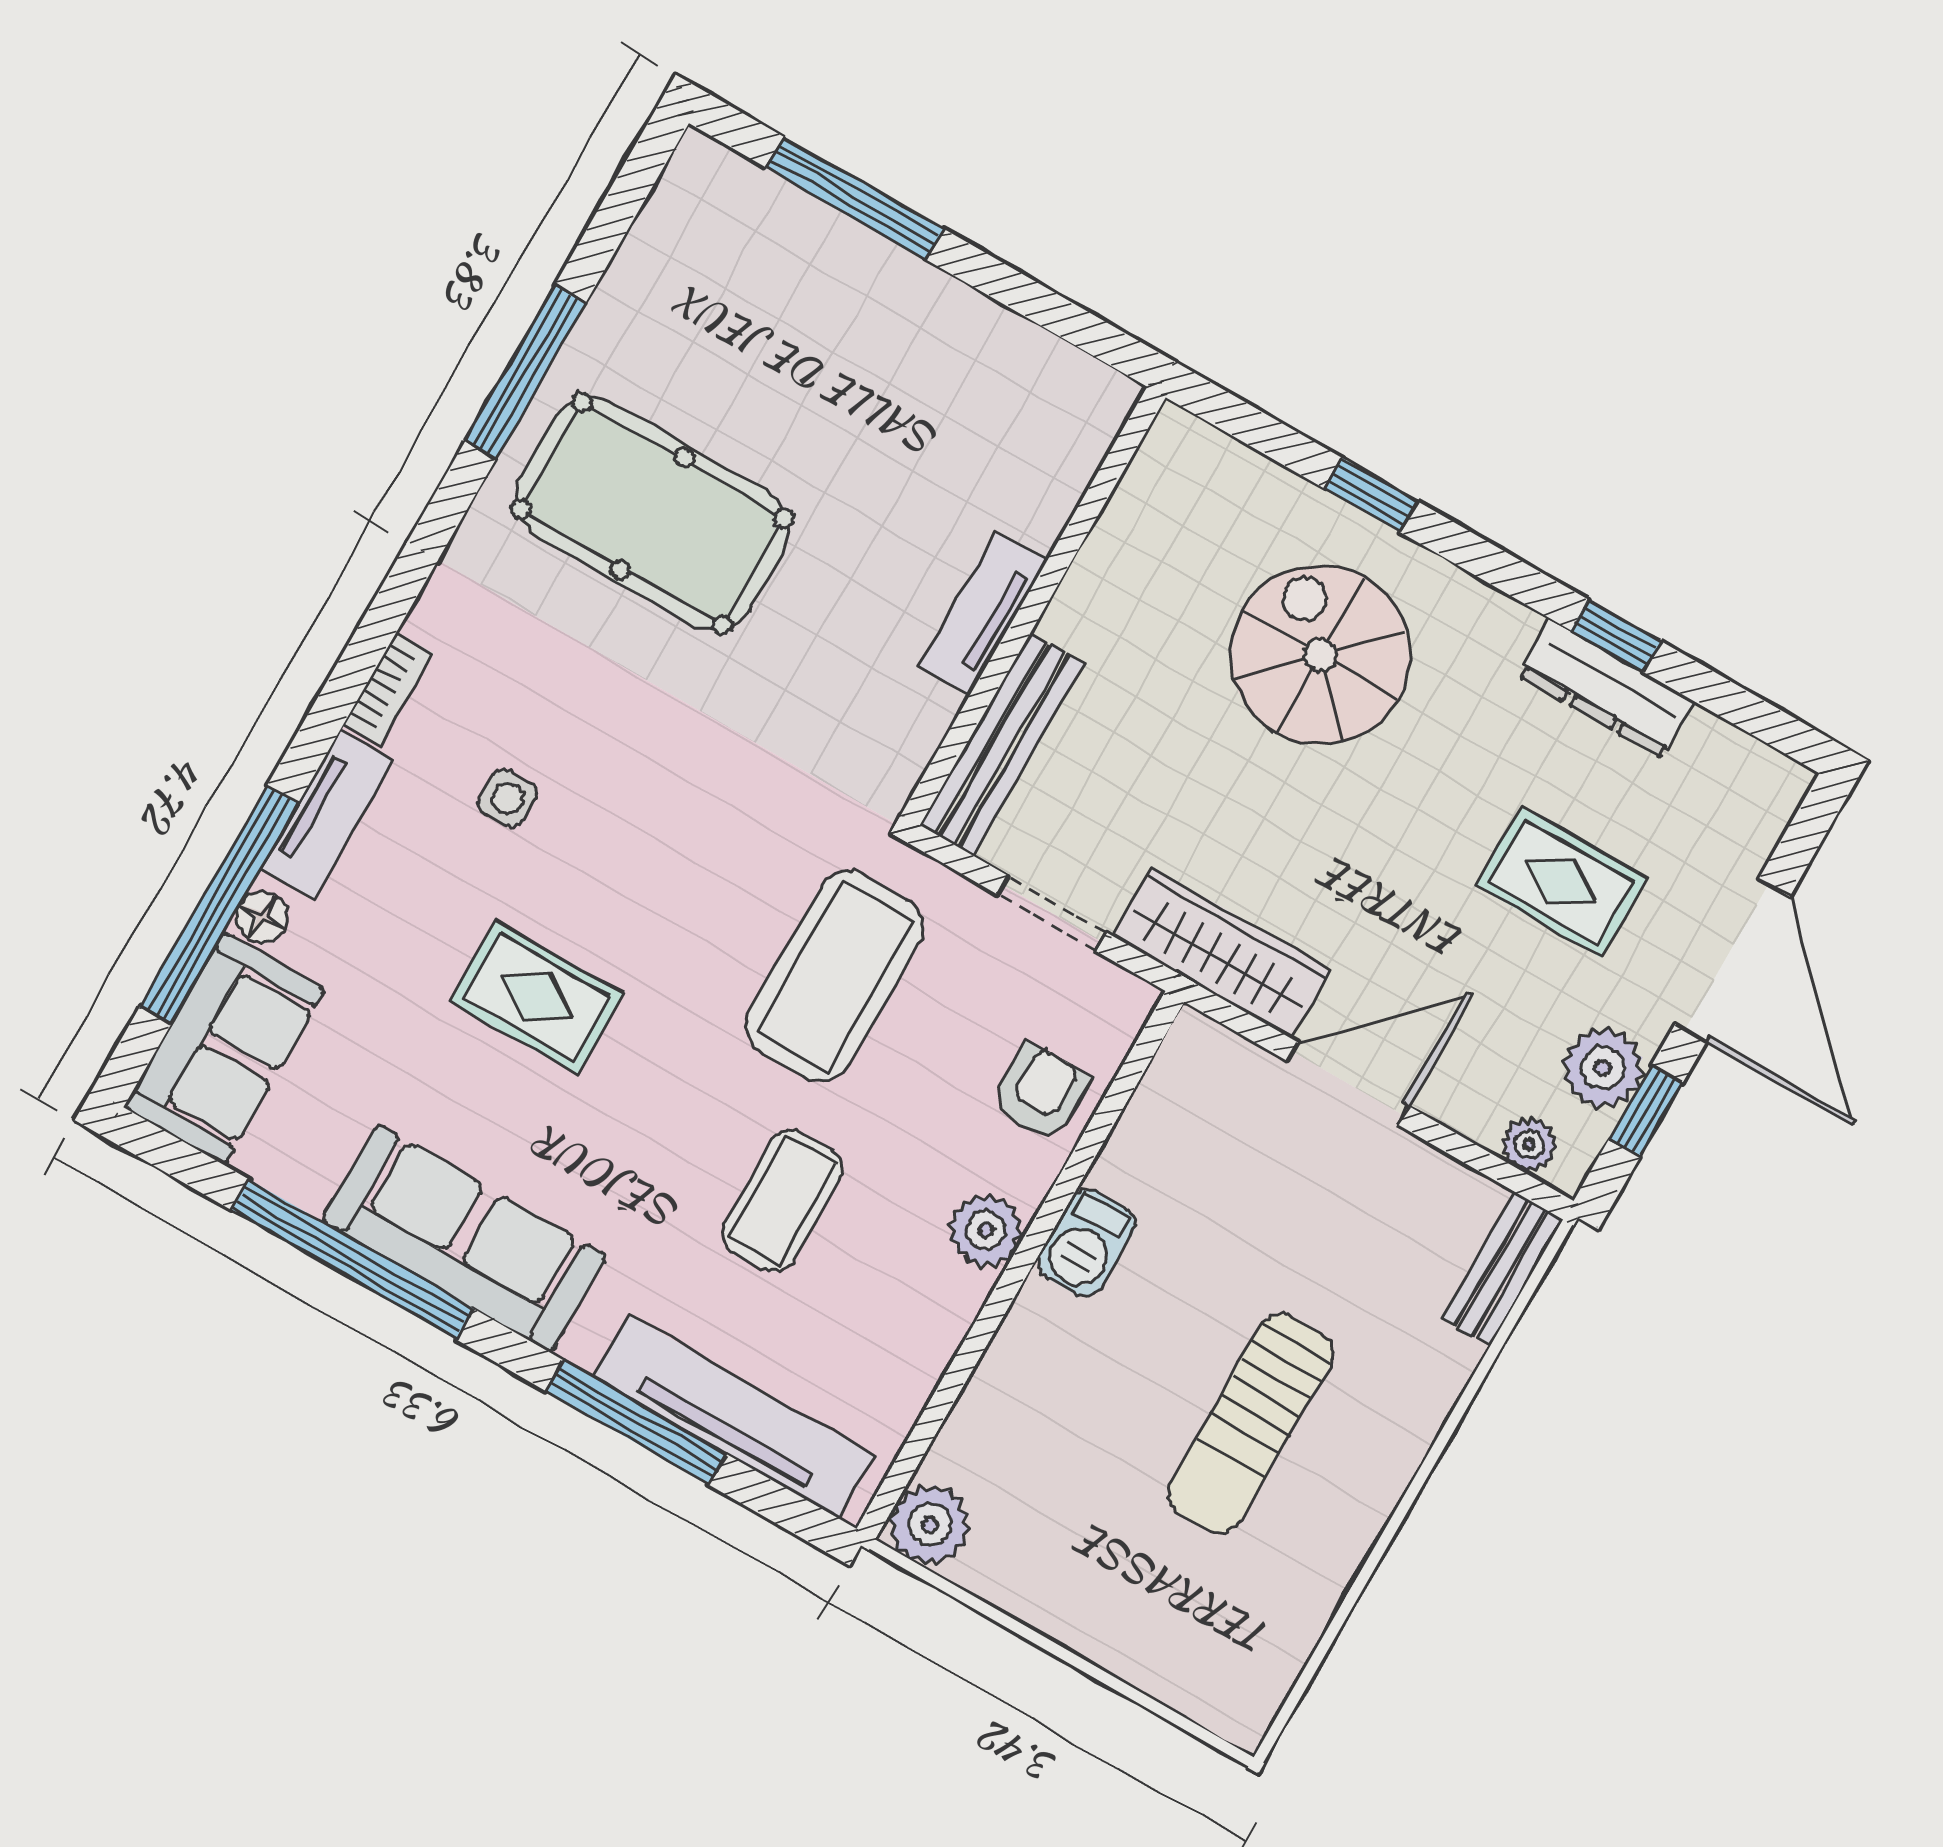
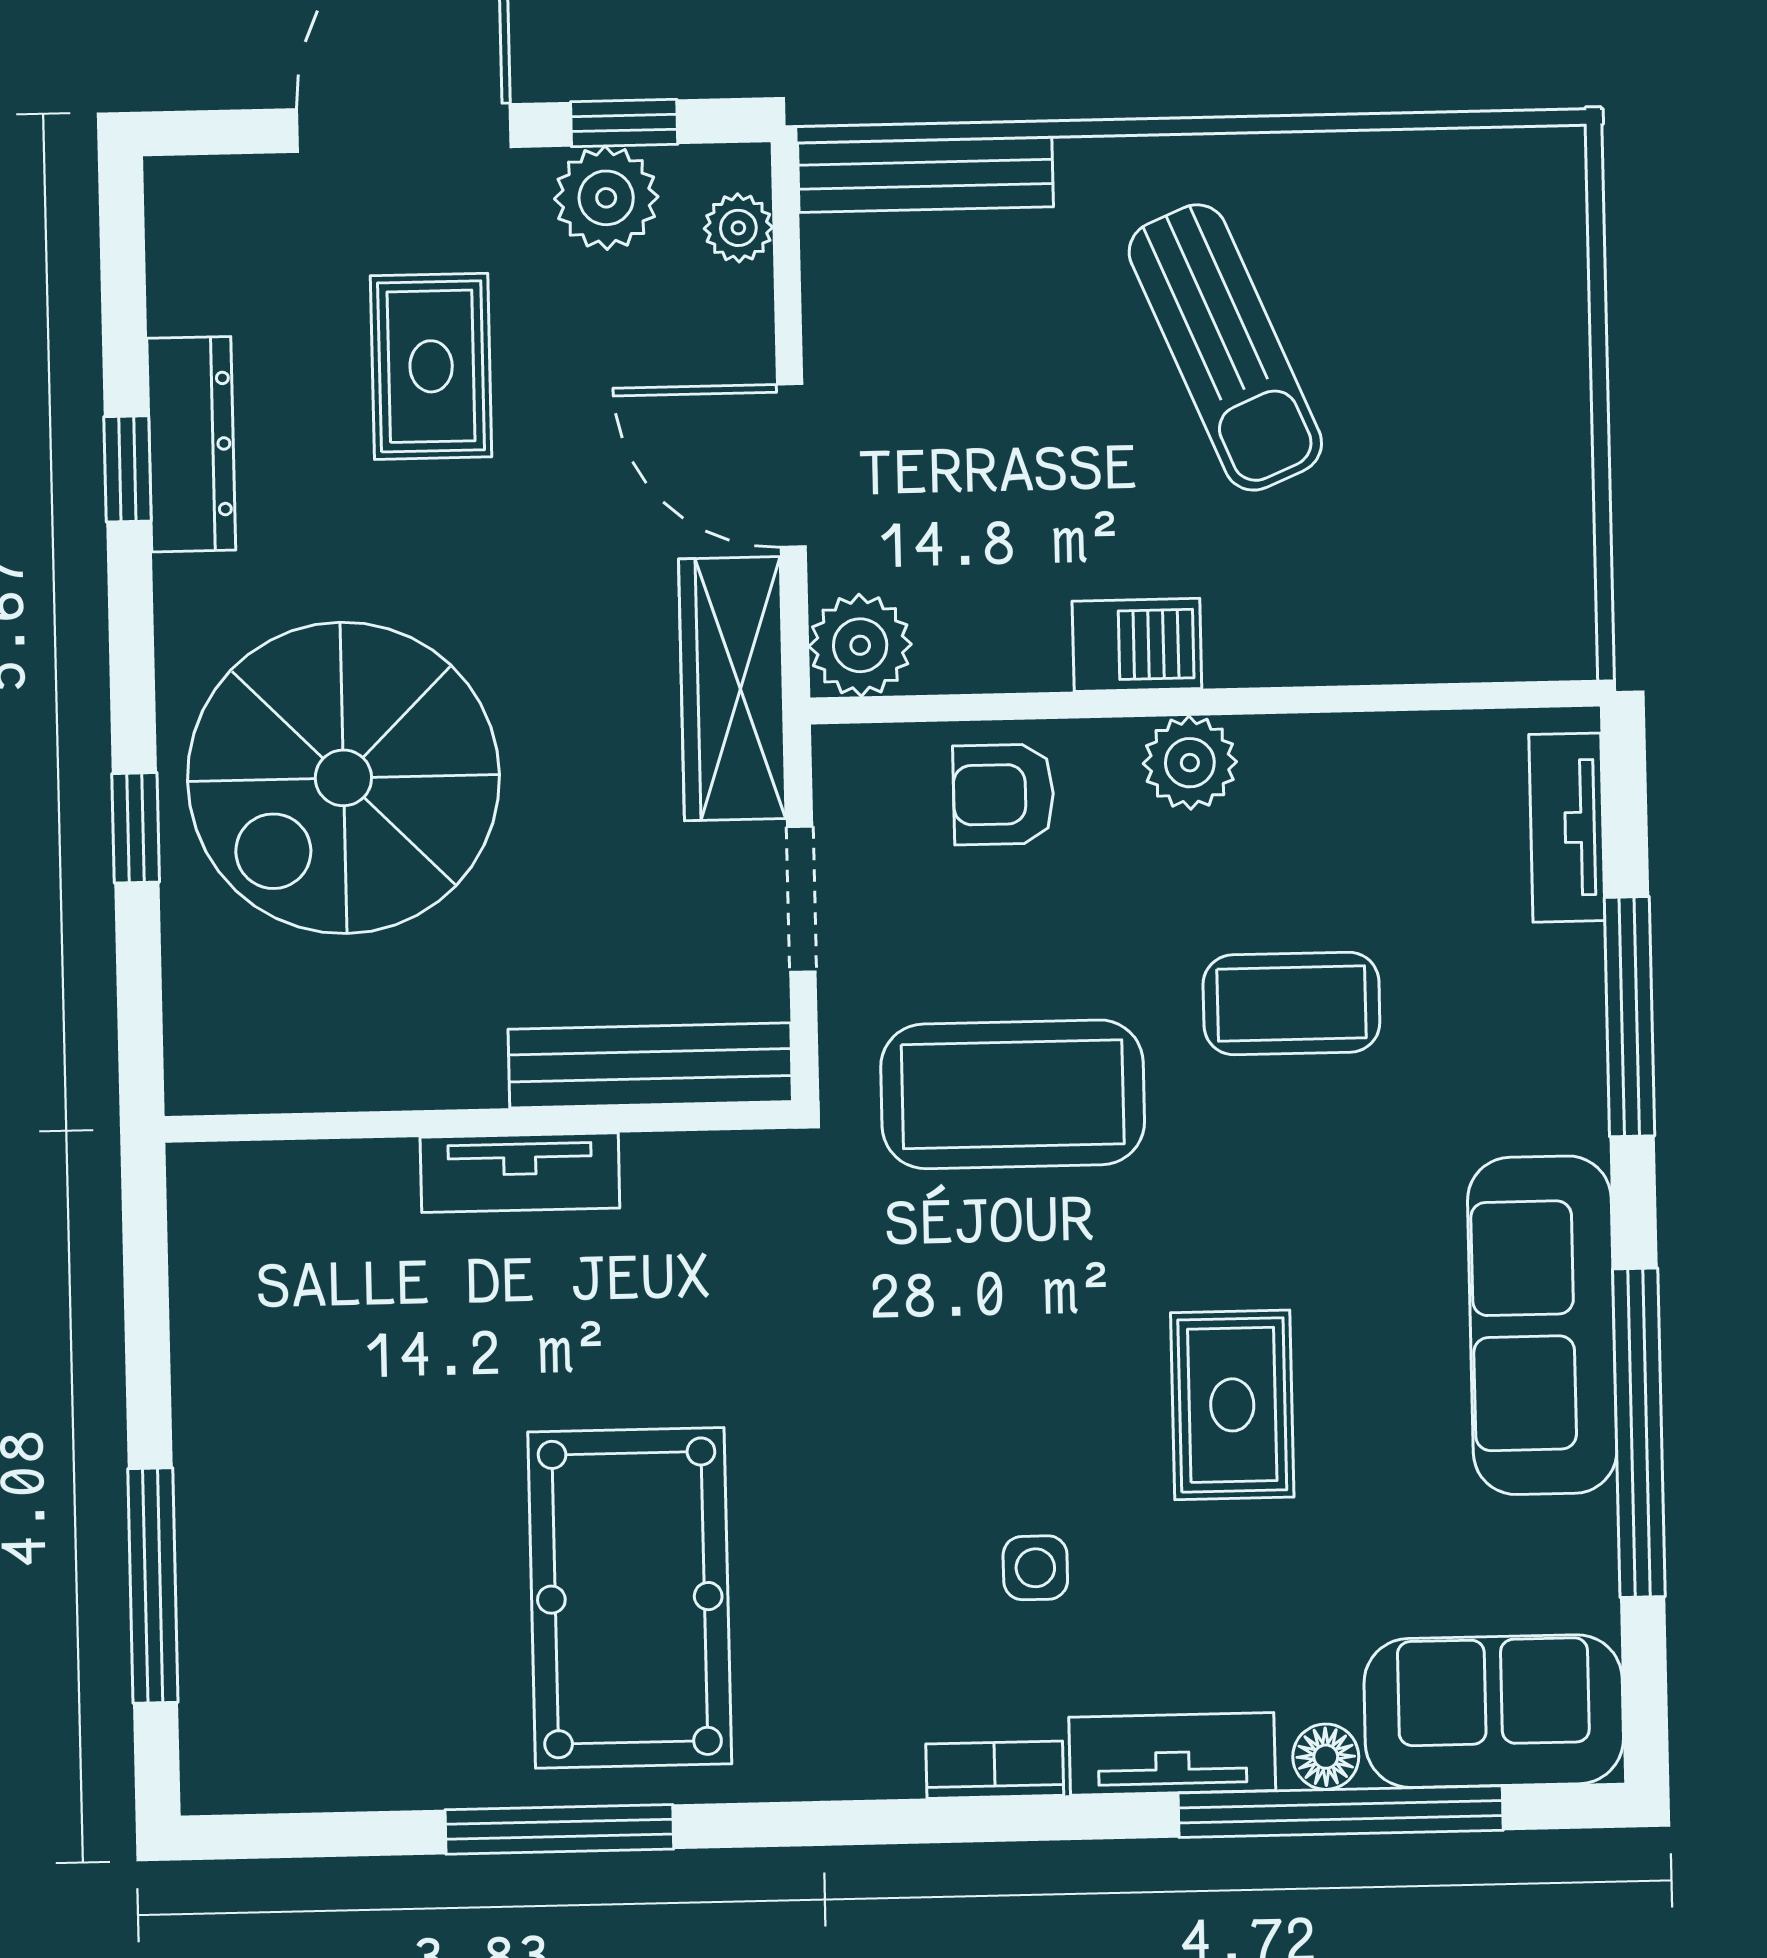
spiral stairs: (1320, 655) -> (343, 778), width x1.37, depth x1.37
bench: (1502, 1269) -> (925, 174), width x1.36
tv unit: (734, 1417) -> (1567, 828), width x0.52, depth x0.78
sun lounger: (1250, 1423) -> (1225, 347), turned 67
plant: (930, 1525) -> (860, 645), moved

